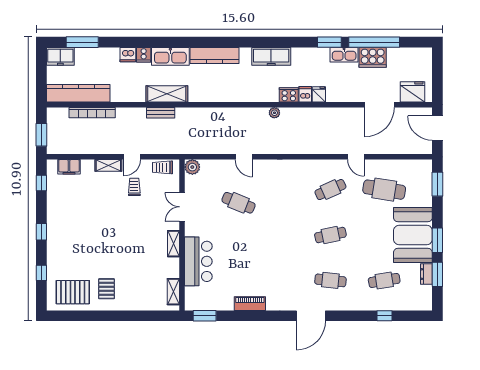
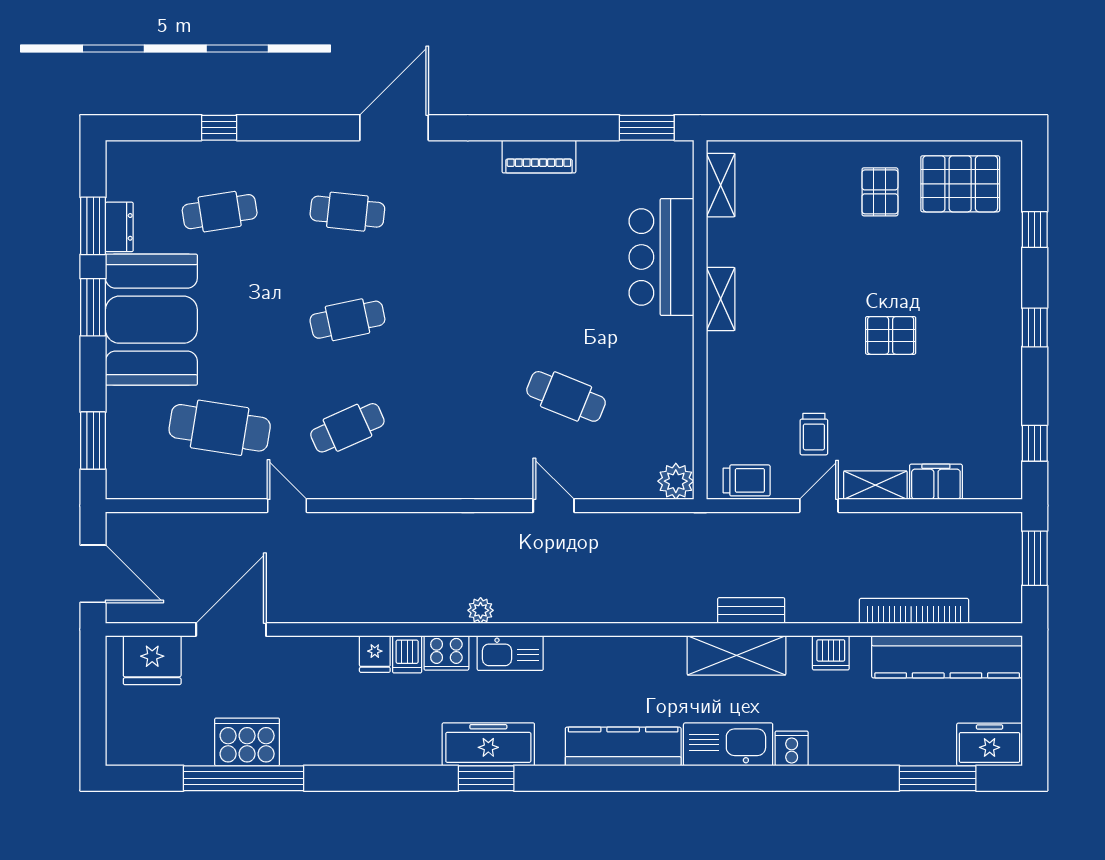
window: (329, 42) -> (486, 778), moved
dishwasher: (128, 55) -> (831, 653), moved, turned 180
kitchen sink: (344, 55) -> (510, 653), moved, turned 180
filing cabinet: (69, 167) -> (936, 482), moved
double door: (182, 207) -> (700, 386), removed
pallet: (102, 228) -> (891, 335), added

